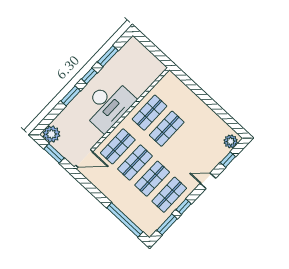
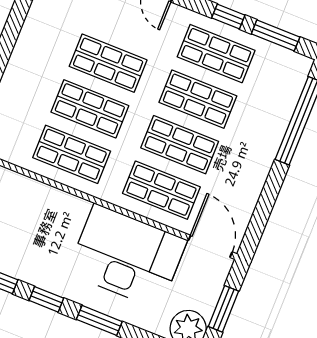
desk: (108, 105) -> (127, 256), moved
shop shelf: (184, 145) -> (108, 63), added

